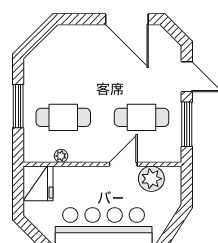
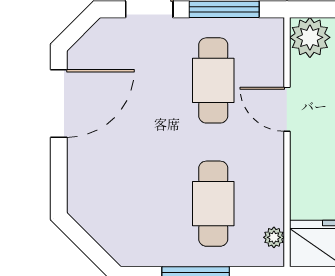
plant: (61, 156) -> (274, 237), moved
plant: (151, 179) -> (310, 37), moved

